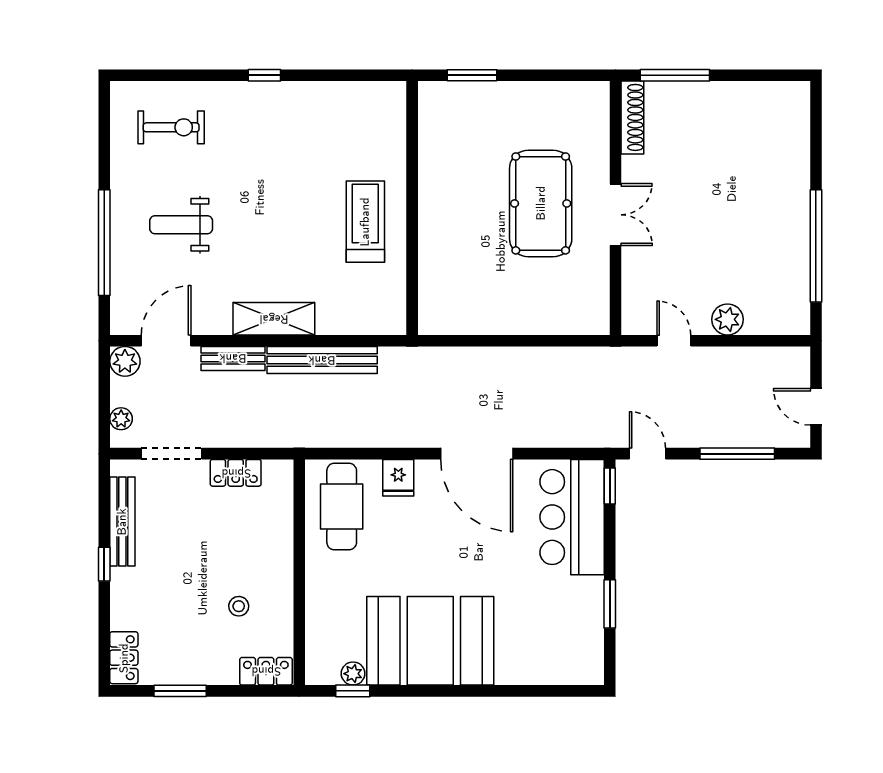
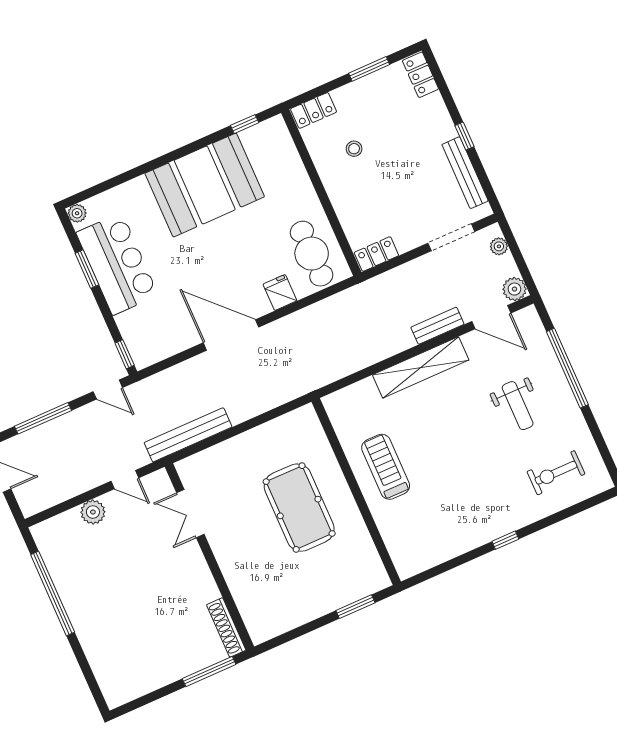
pool table: (541, 203) -> (299, 508), moved
double door: (615, 215) -> (190, 514), moved
treadmill: (365, 222) -> (386, 467), turned 180
weight bench: (181, 225) -> (518, 406), turned 90
shelving: (274, 319) -> (421, 367), width x1.47
door: (166, 341) -> (491, 317), hinge flipped
bench: (322, 360) -> (188, 435), moved
locker: (236, 473) -> (376, 254), moved
bar counter: (572, 517) -> (117, 264), moved
plant: (353, 674) -> (77, 213), moved

